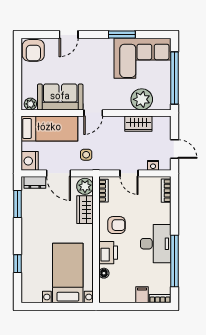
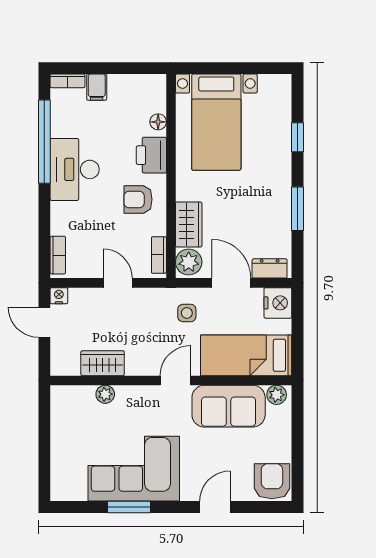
corner sofa: (143, 58) -> (134, 469), moved
window: (174, 78) -> (44, 437), removed
plant: (142, 99) -> (105, 394), width x0.53, depth x0.53
nightstand: (153, 165) -> (59, 296), moved
window: (17, 204) -> (298, 209), moved

